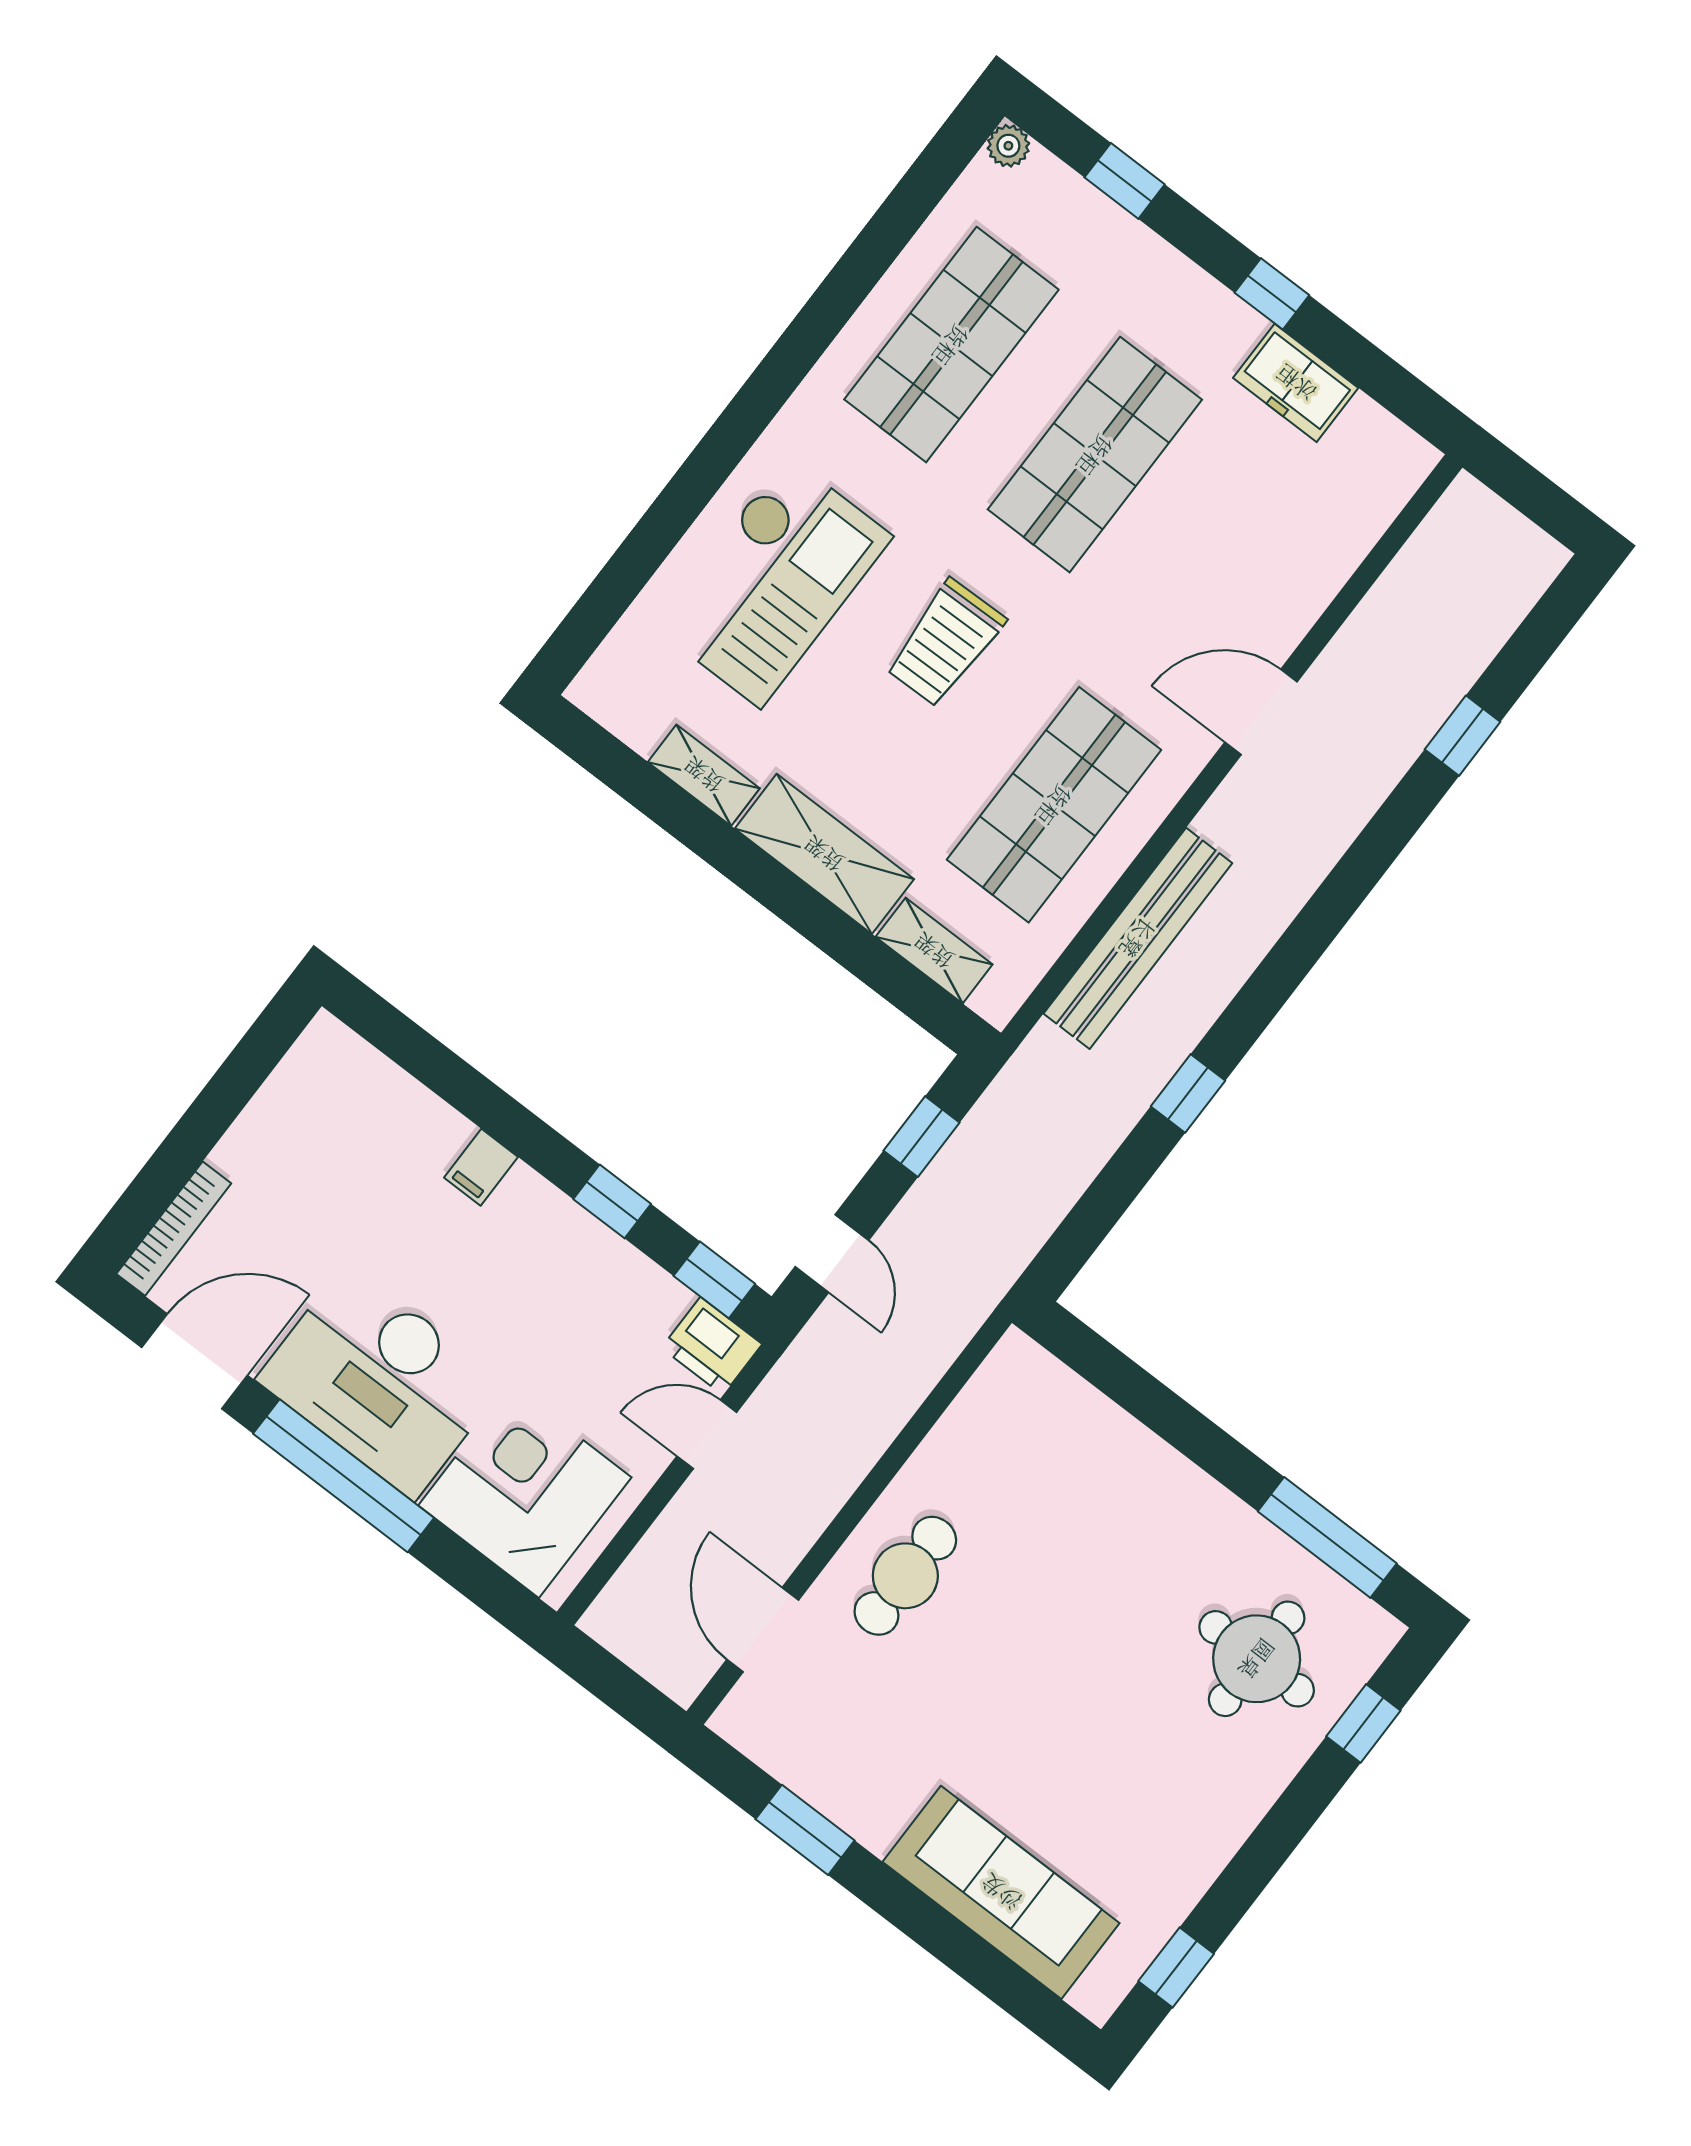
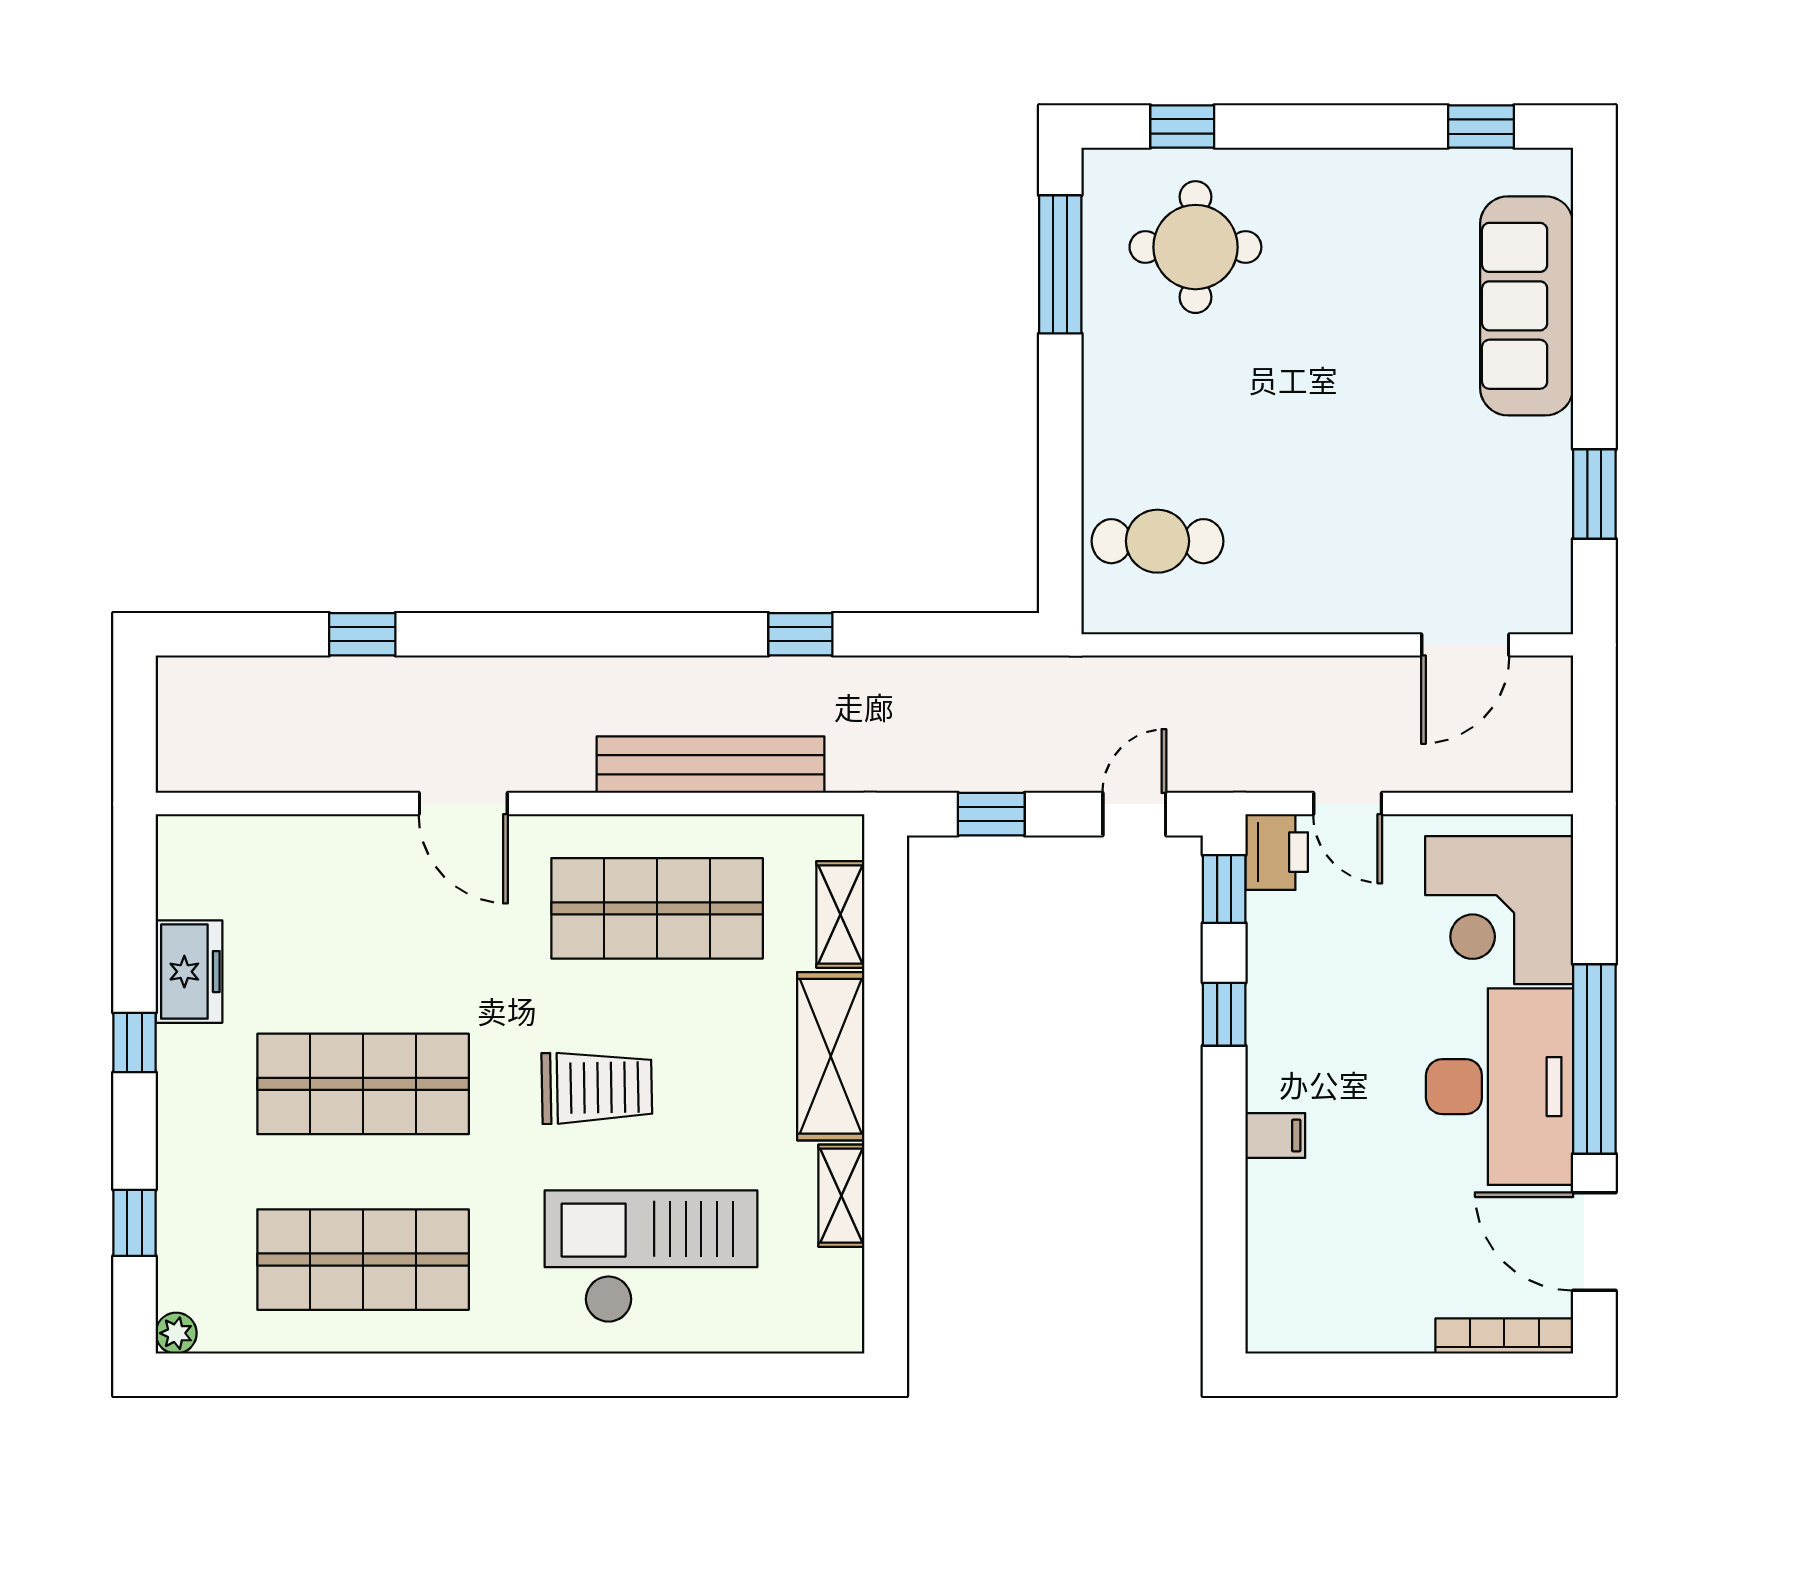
cafe table: (905, 1576) -> (1157, 541), moved

